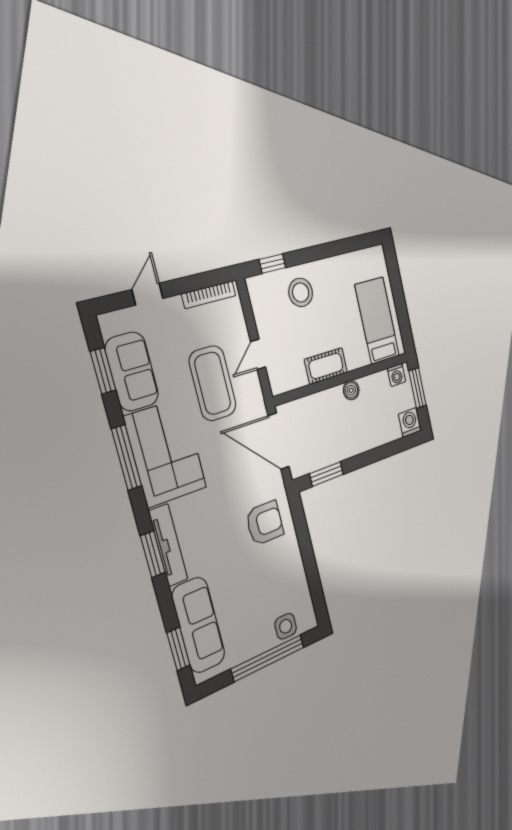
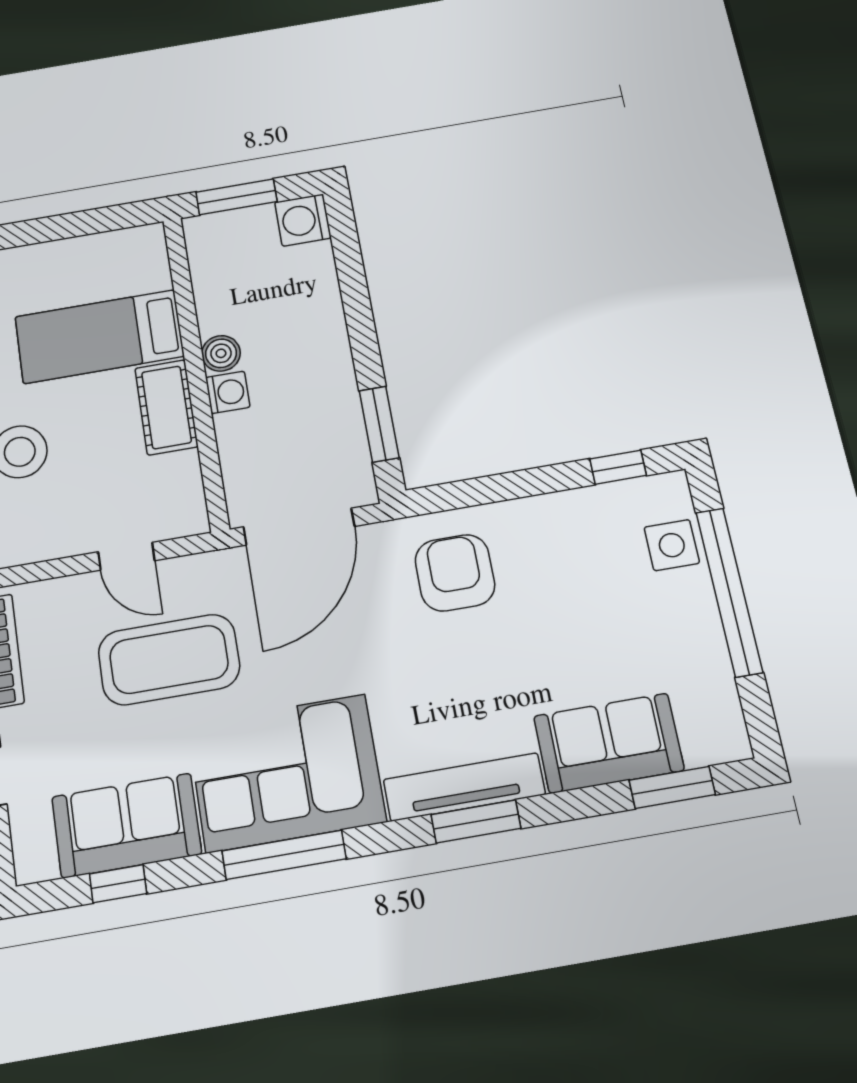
bed: (377, 321) -> (99, 337), moved
window: (103, 371) -> (118, 884), width x0.67
washing machine: (397, 375) -> (228, 392), moved
window: (317, 594) -> (618, 467), added
sofa: (199, 625) -> (609, 743), width x0.73

